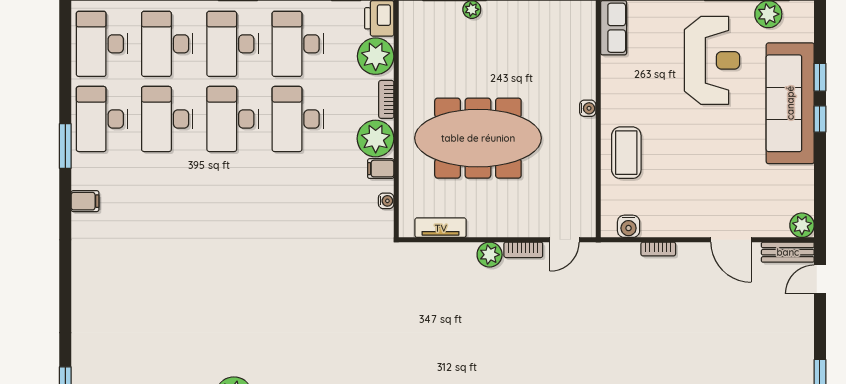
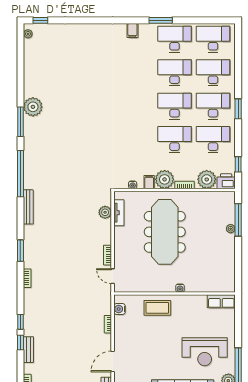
plant: (490, 255) -> (105, 212), moved

